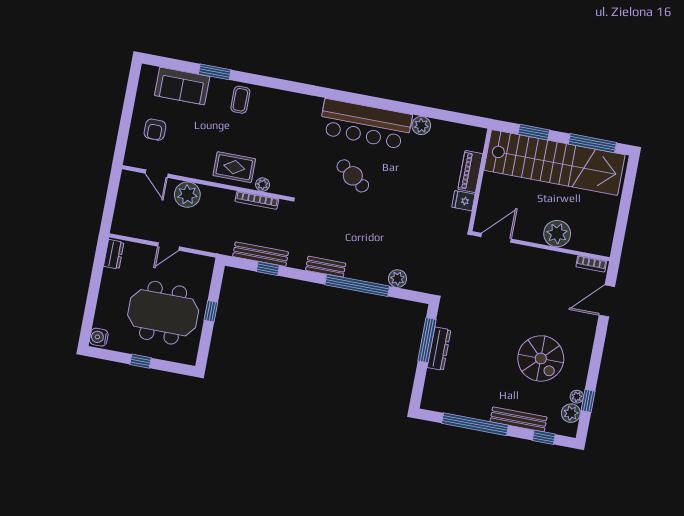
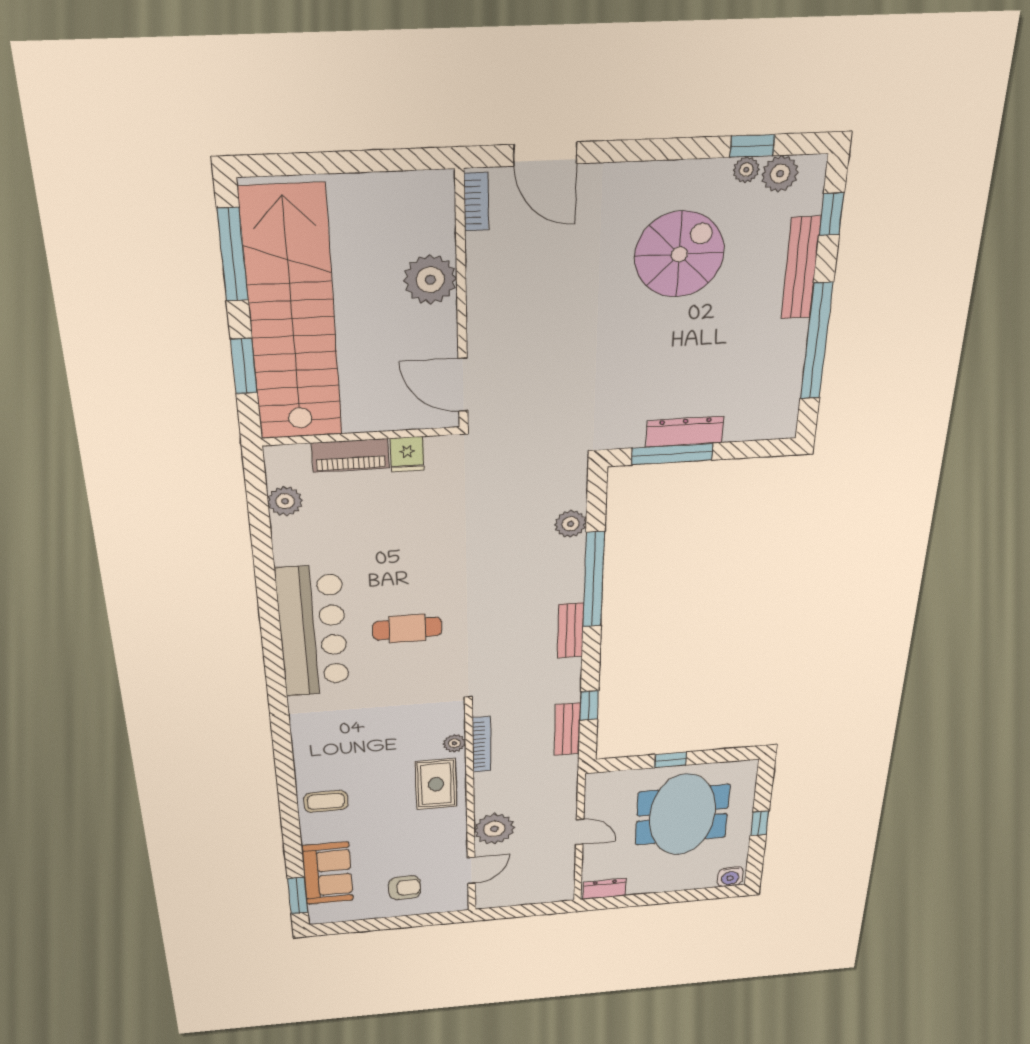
window: (215, 72) -> (298, 896), moved
plant: (421, 126) -> (285, 501), moved
cafe table: (353, 176) -> (407, 629), turned 54
bench: (261, 254) -> (567, 729), width x0.73

